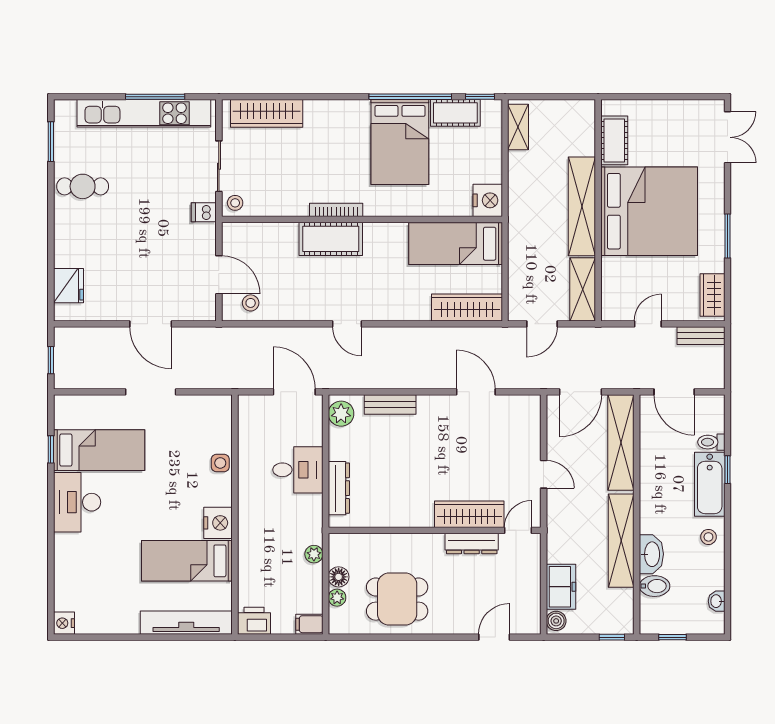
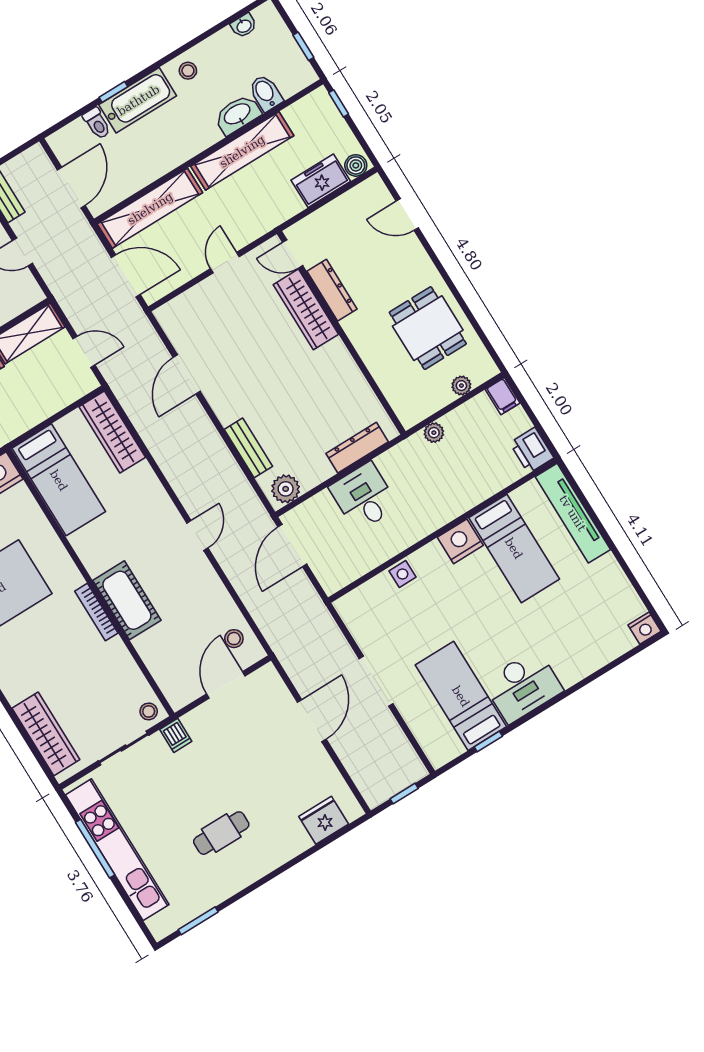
cafe table: (83, 186) -> (221, 833), moved, turned 90
floor lamp: (339, 577) -> (441, 396), removed

